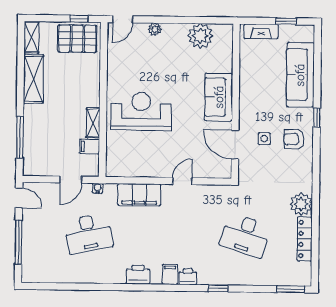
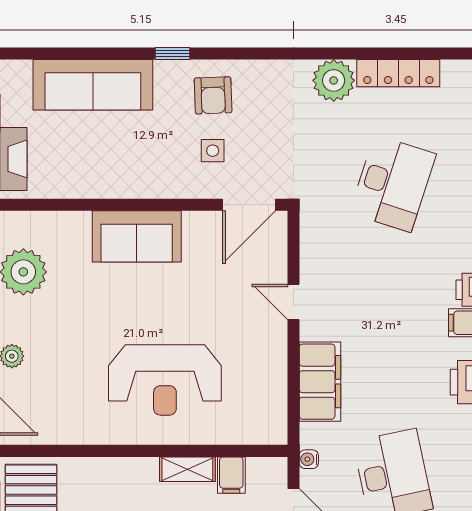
reception desk: (141, 111) -> (165, 380), turned -90
door: (235, 145) -> (249, 205), moved

